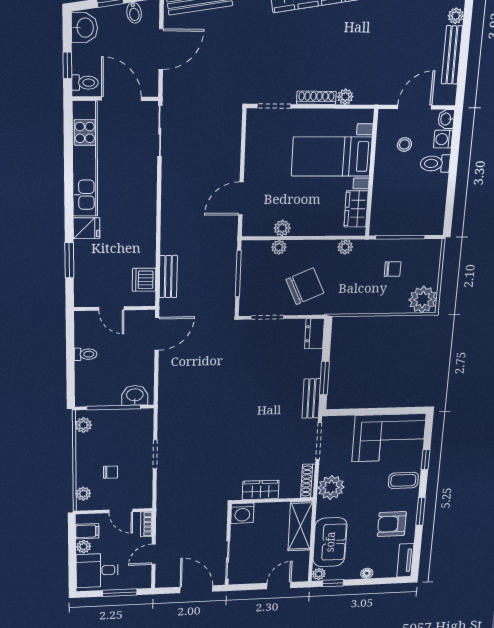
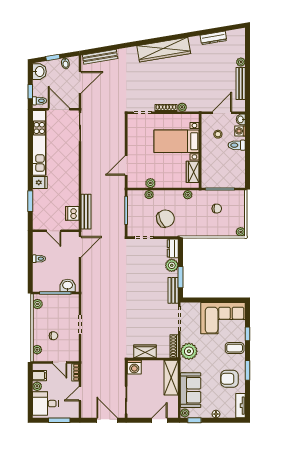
bench: (168, 277) -> (86, 212), width x1.36
plant: (423, 300) -> (241, 232), width x0.53, depth x0.53
plant: (311, 360) -> (172, 265), added

